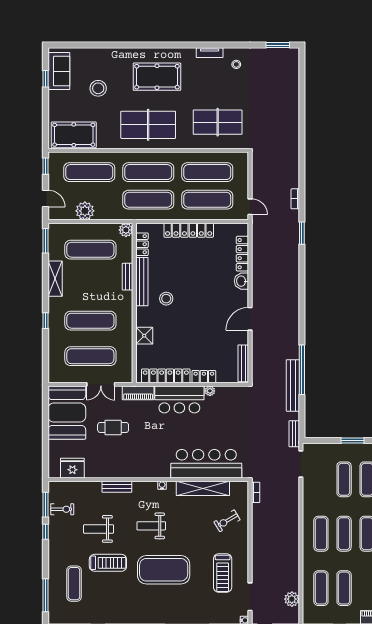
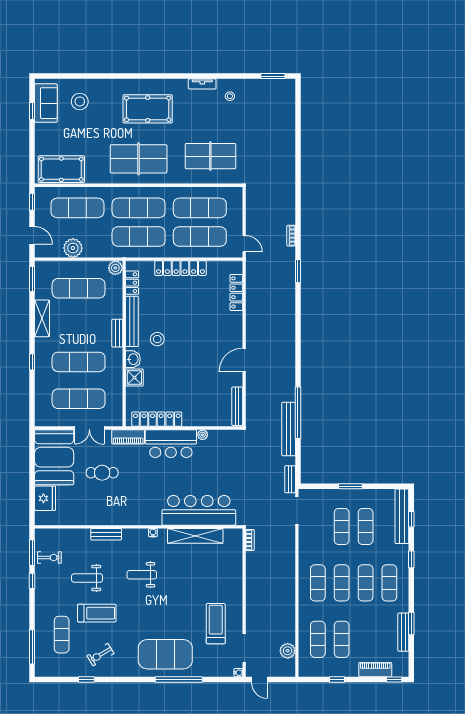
stool: (98, 88) -> (80, 101), moved
bench: (128, 277) -> (117, 333), moved
washbasin: (241, 281) -> (133, 359), moved, turned 180
locker: (204, 377) -> (196, 420), removed
fridge: (72, 468) -> (45, 498), moved, turned 90
exercise bike: (227, 521) -> (100, 655), moved
exercise mat: (164, 570) -> (165, 654), moved
treadmill: (223, 573) -> (216, 624), turned 180

